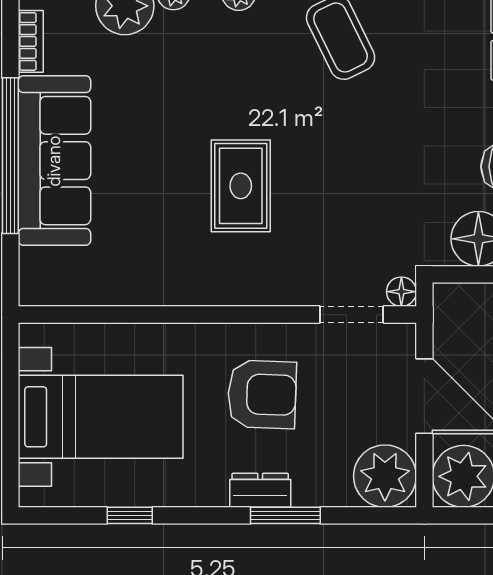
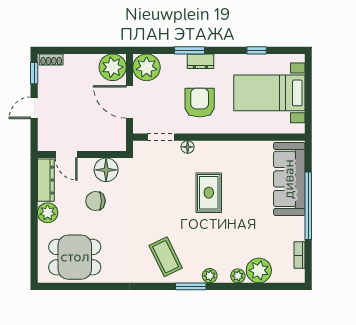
sofa: (54, 161) -> (289, 179), moved
floor lamp: (401, 292) -> (188, 147), moved
armchair: (262, 394) -> (200, 103), turned 88

